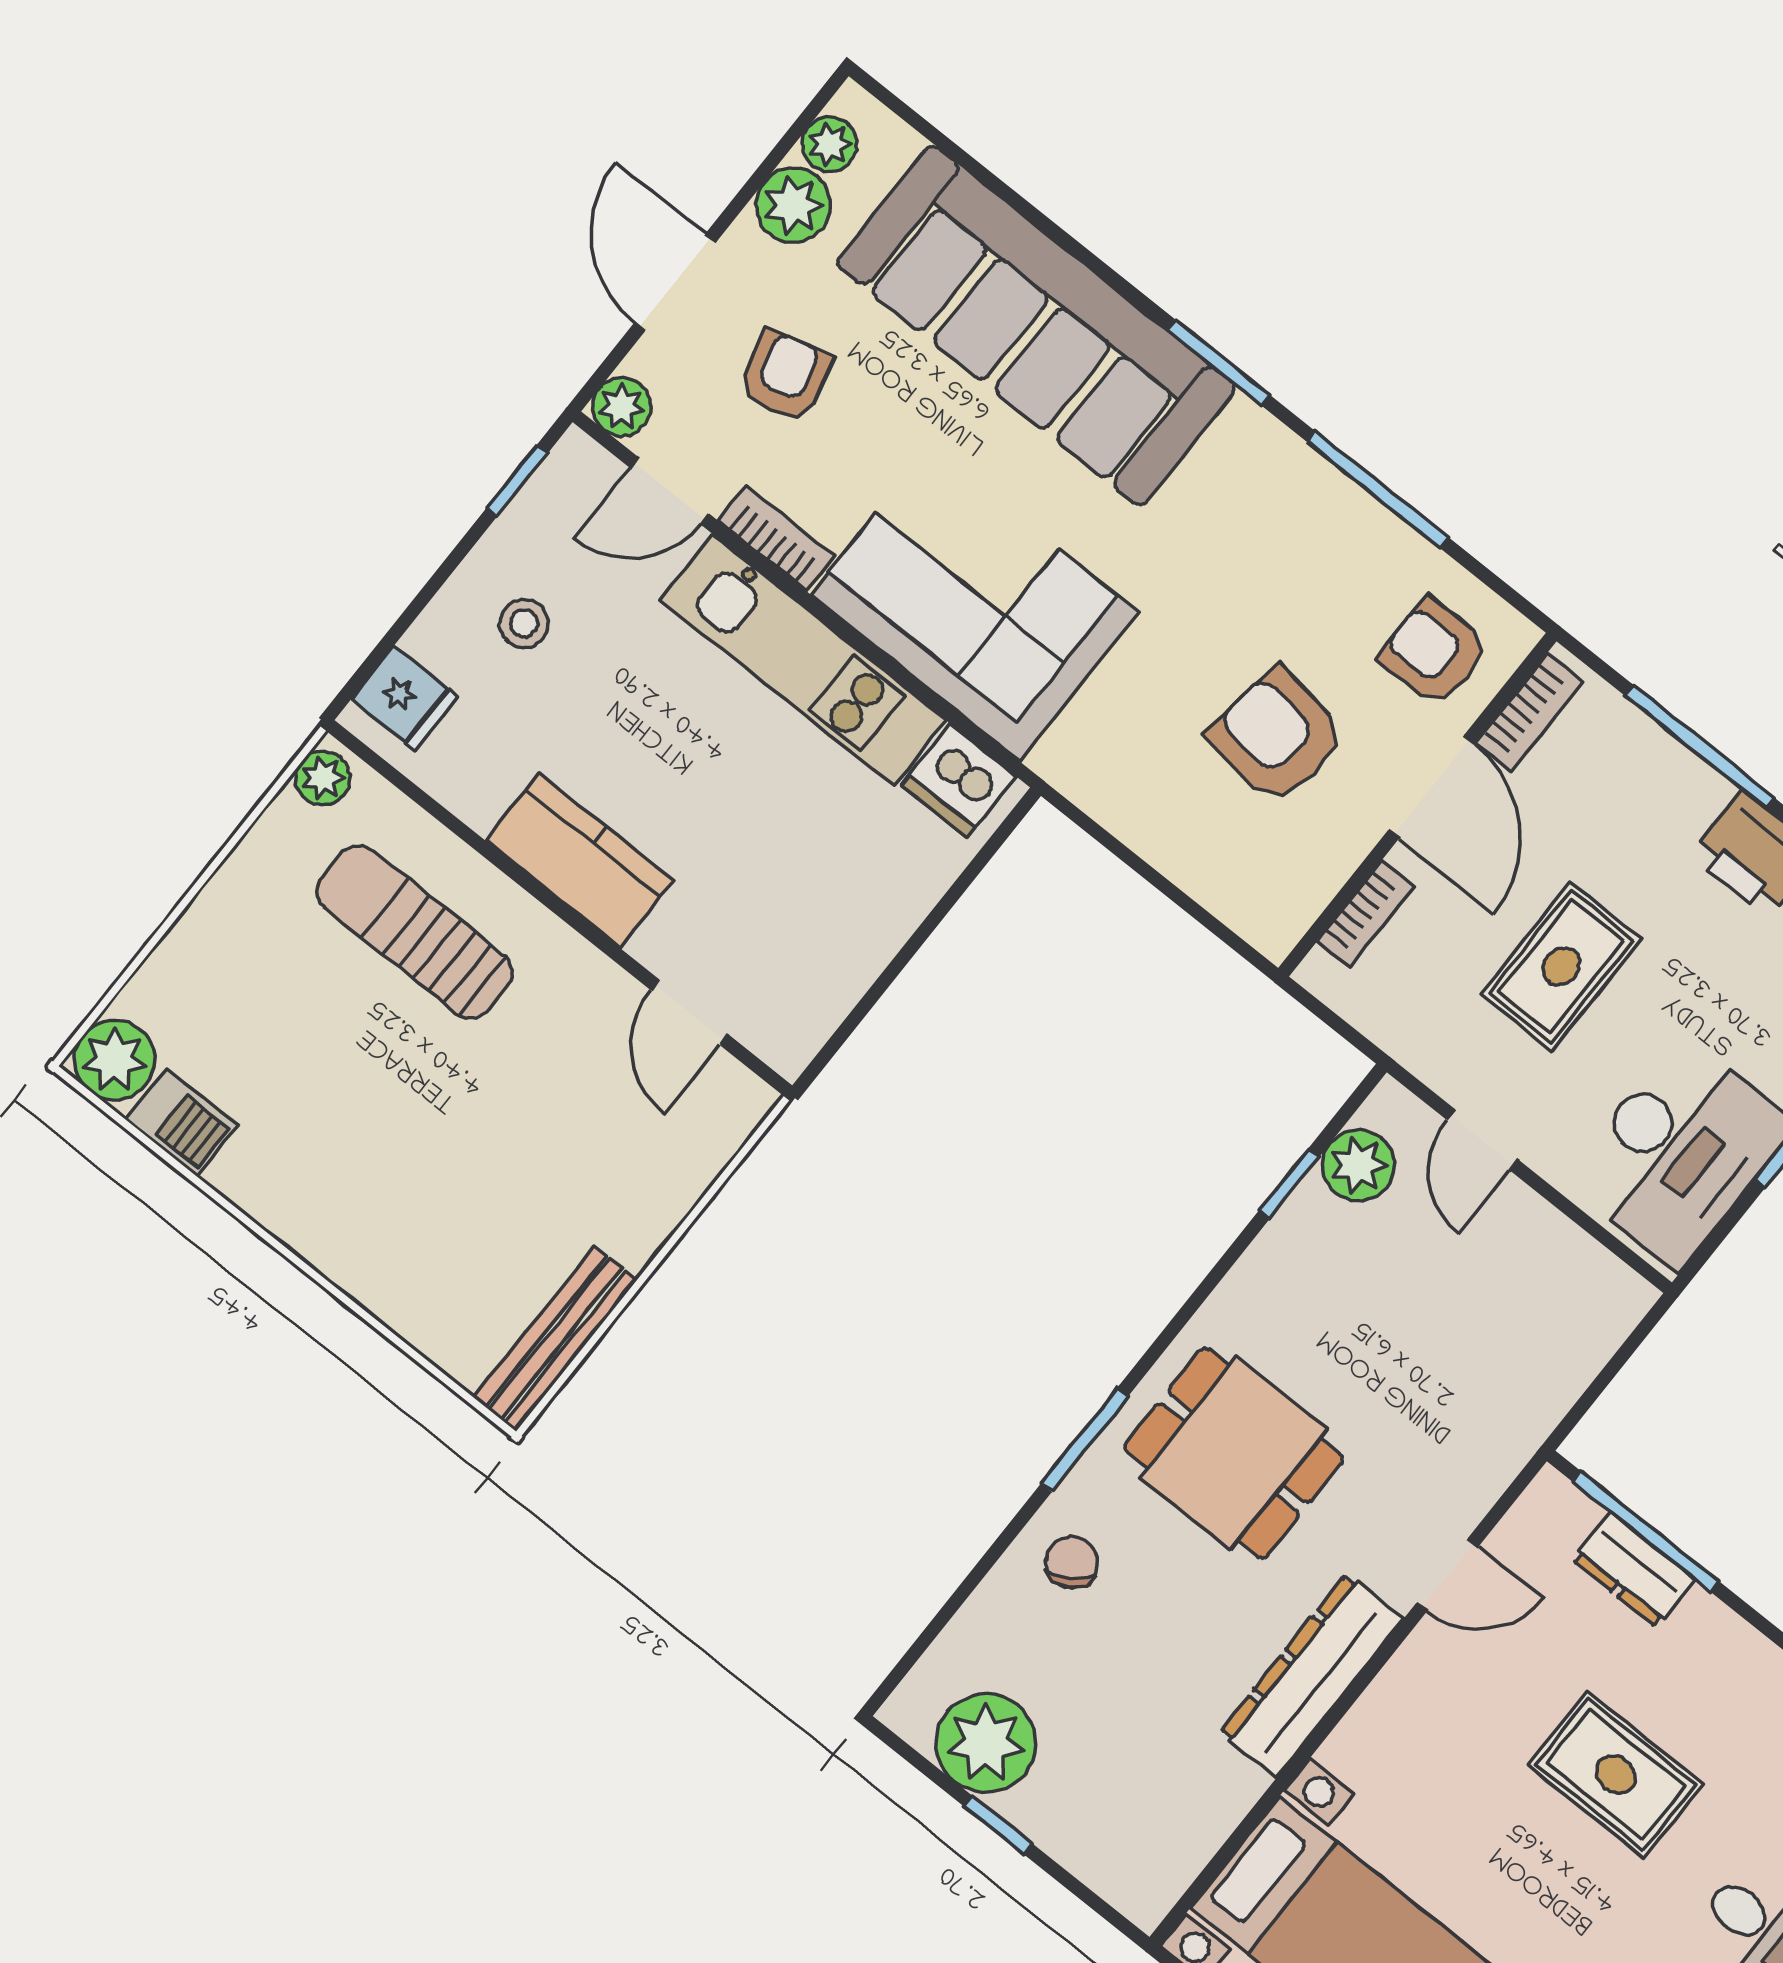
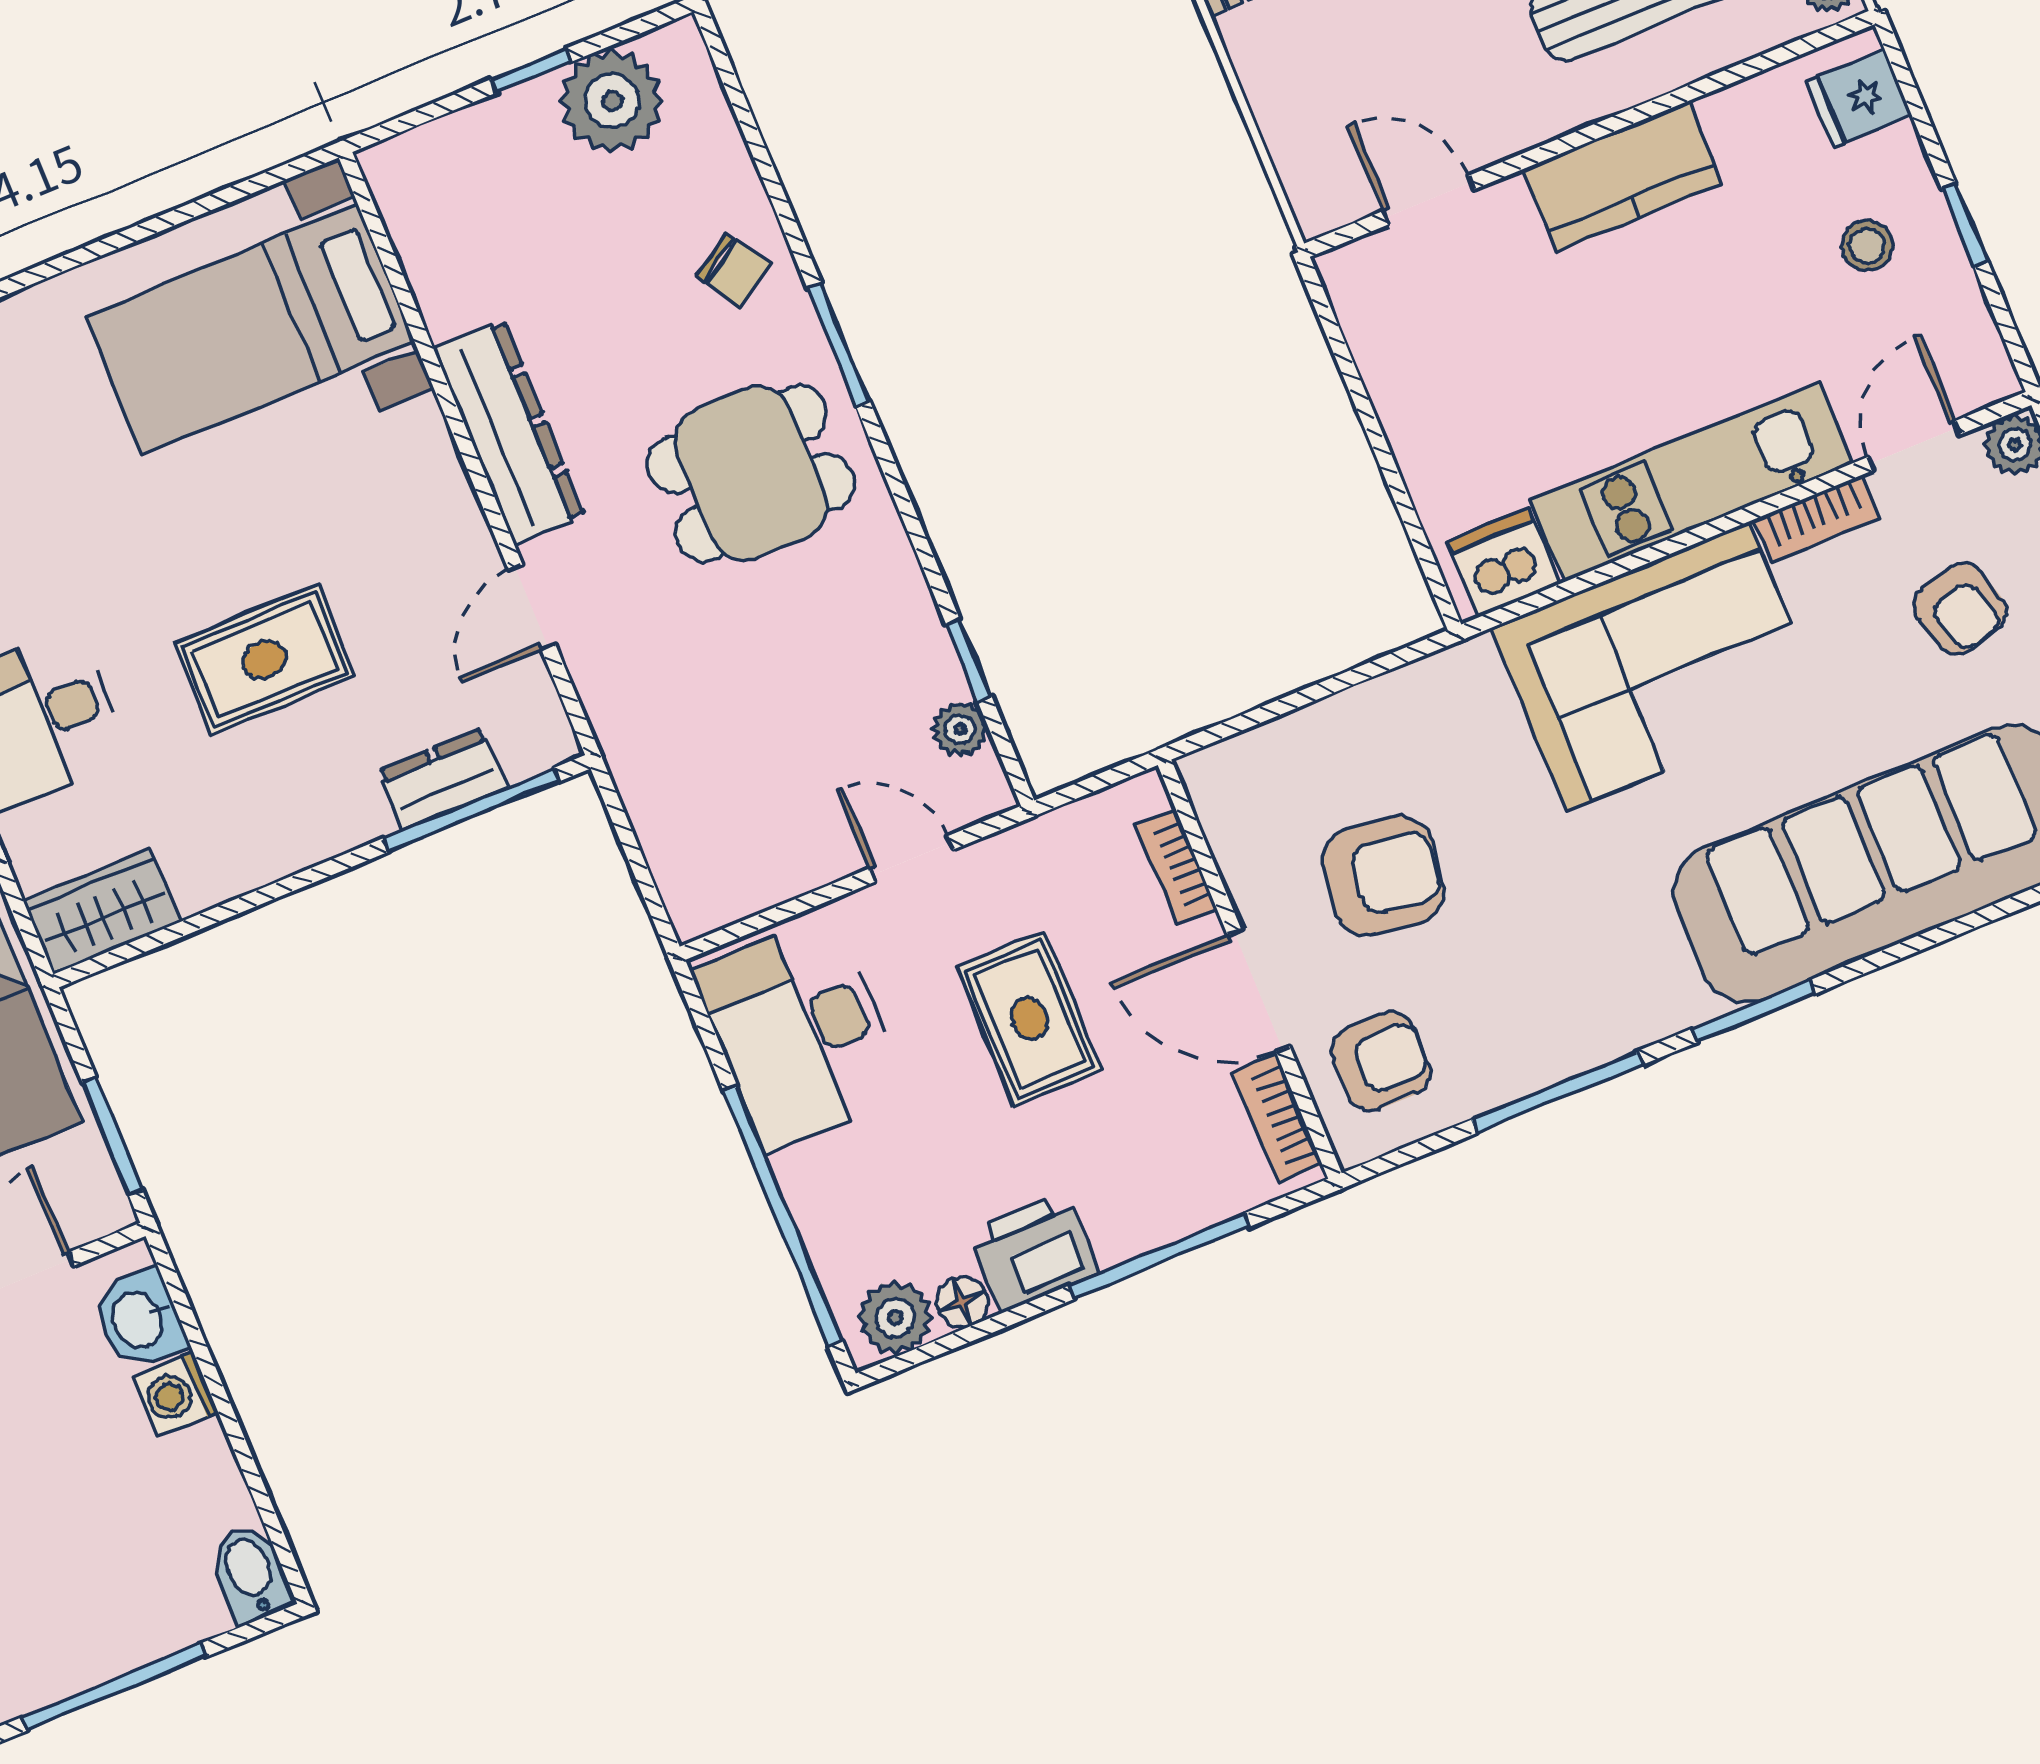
window: (517, 481) -> (1965, 225), moved
plant: (1358, 1165) -> (960, 729), width x0.73, depth x0.73

